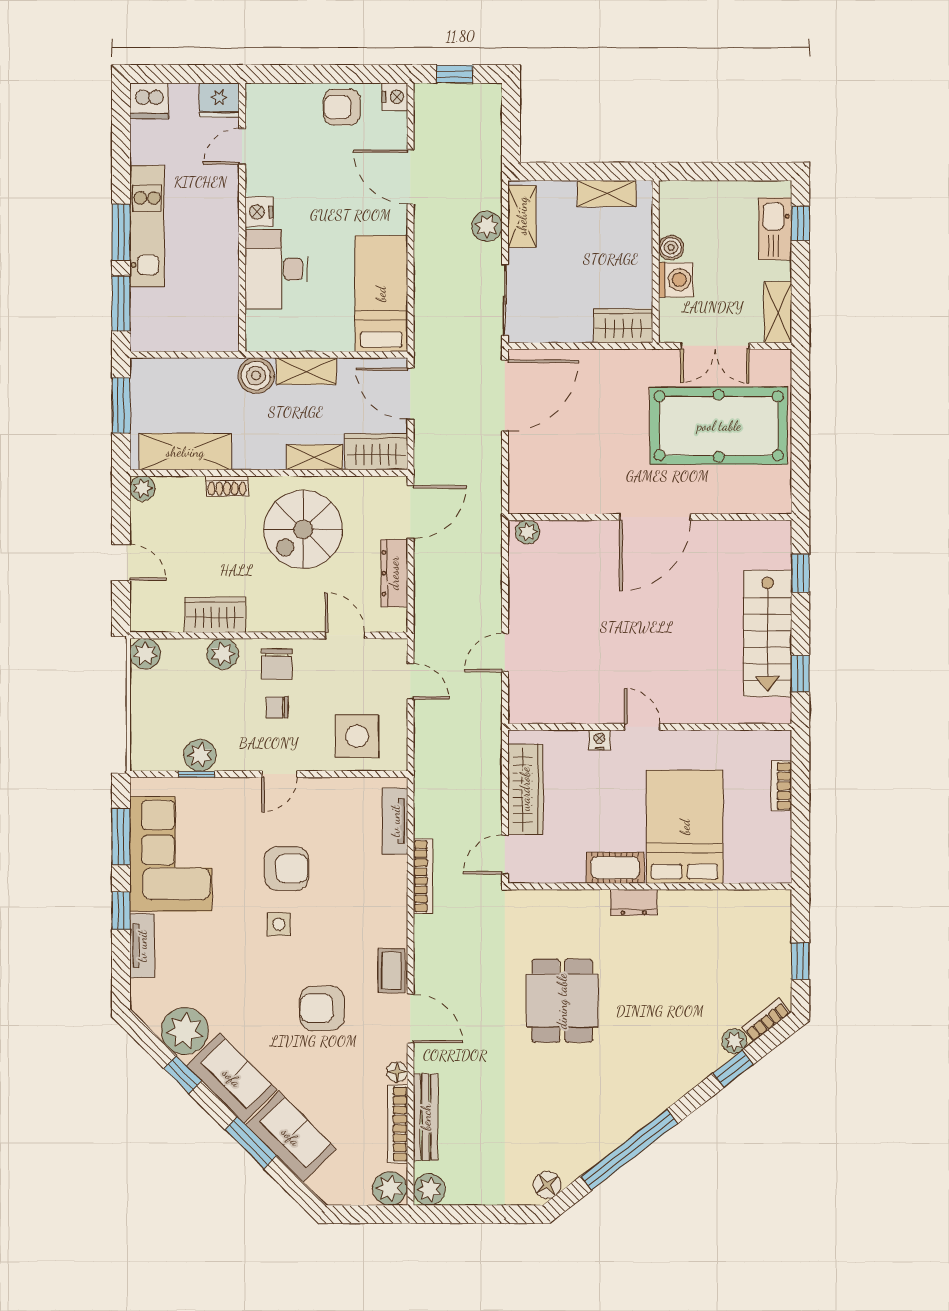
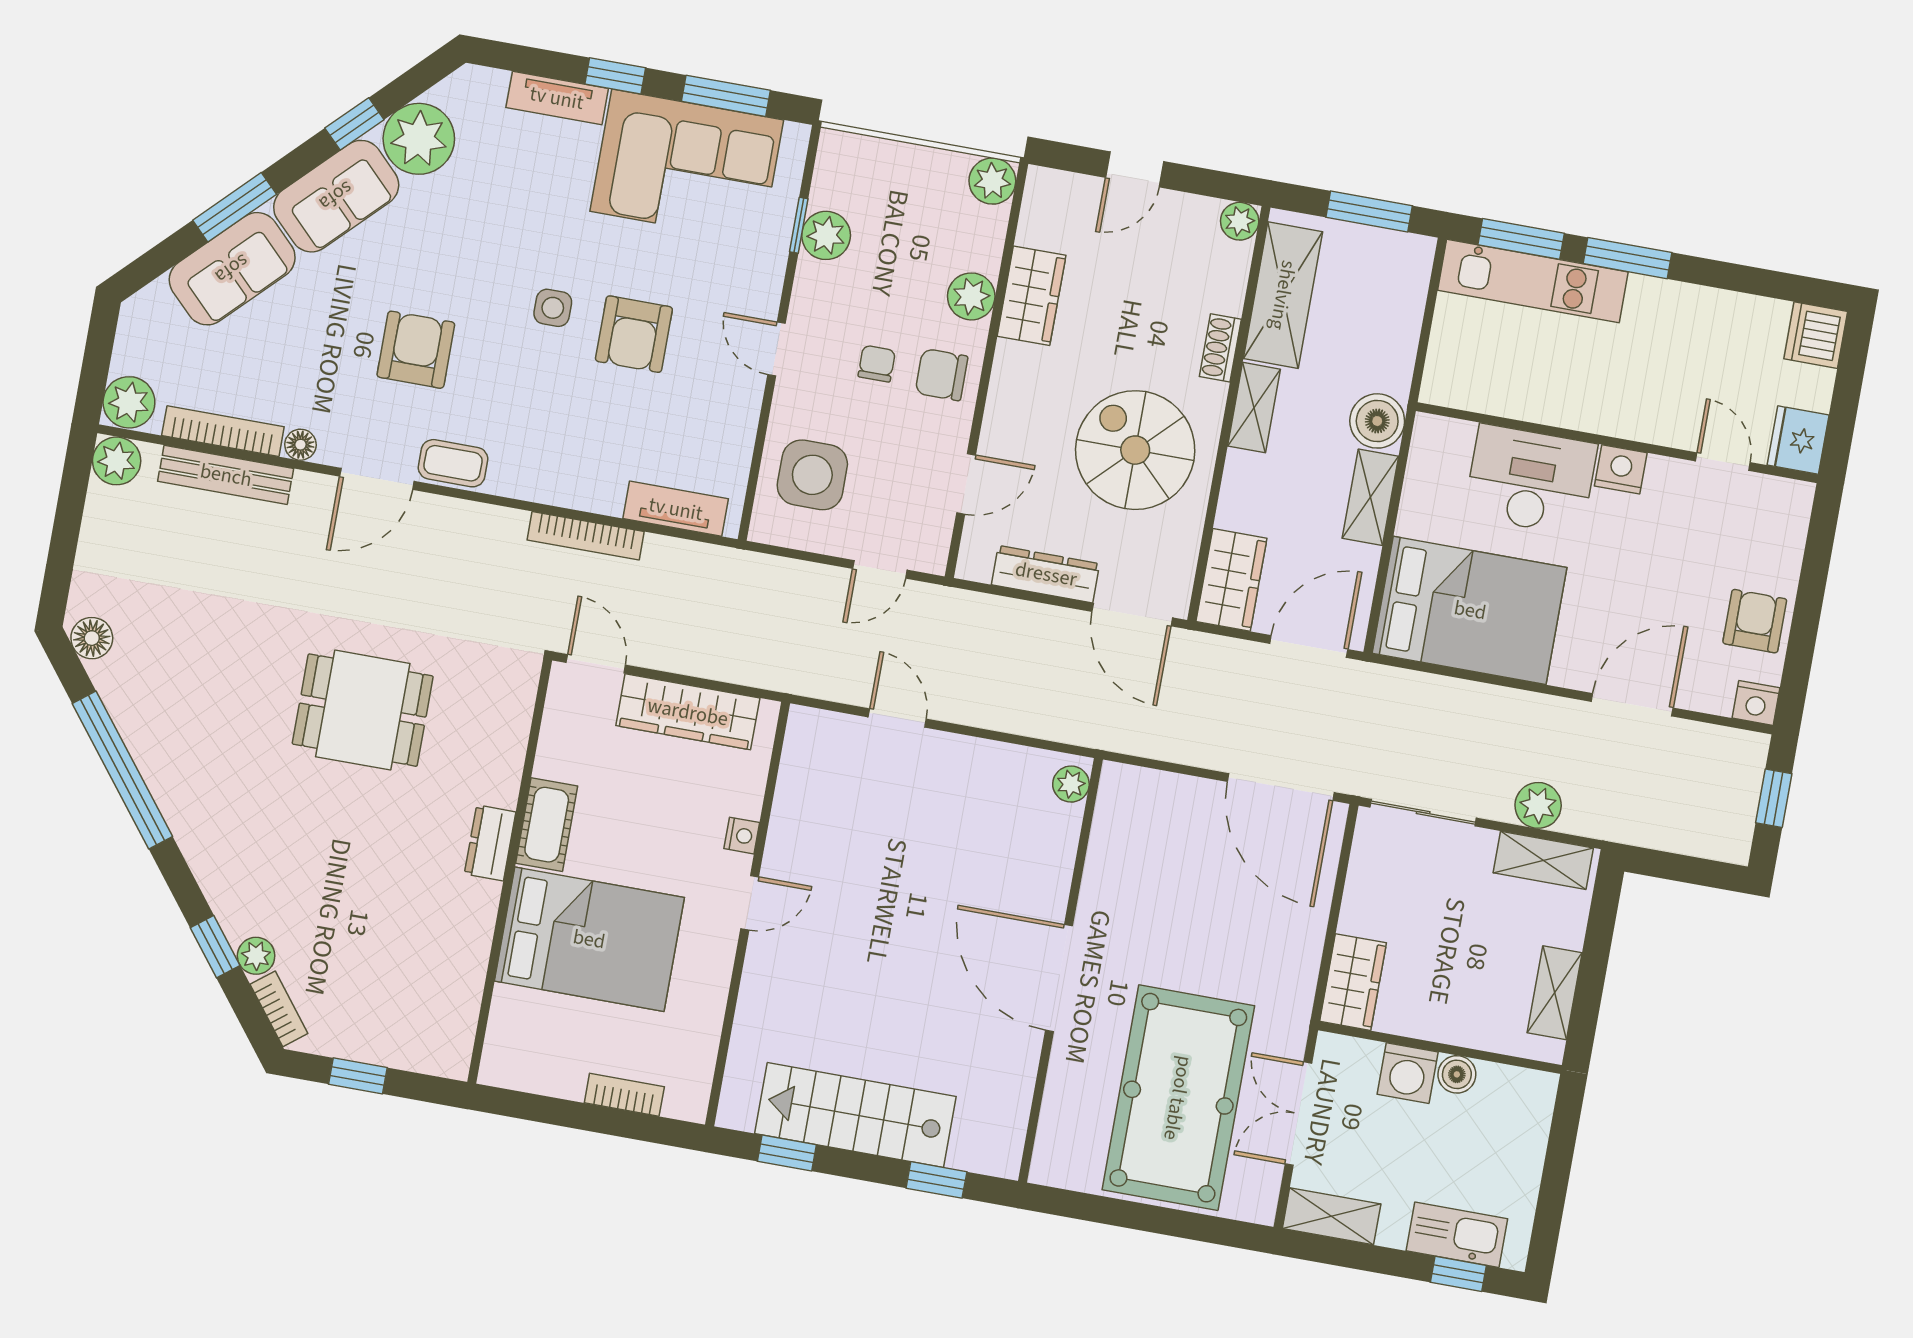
kitchen unit: (147, 226) -> (1533, 281), moved
bed: (381, 294) -> (1470, 610), width x1.50
shelving: (314, 457) -> (1254, 408), moved

